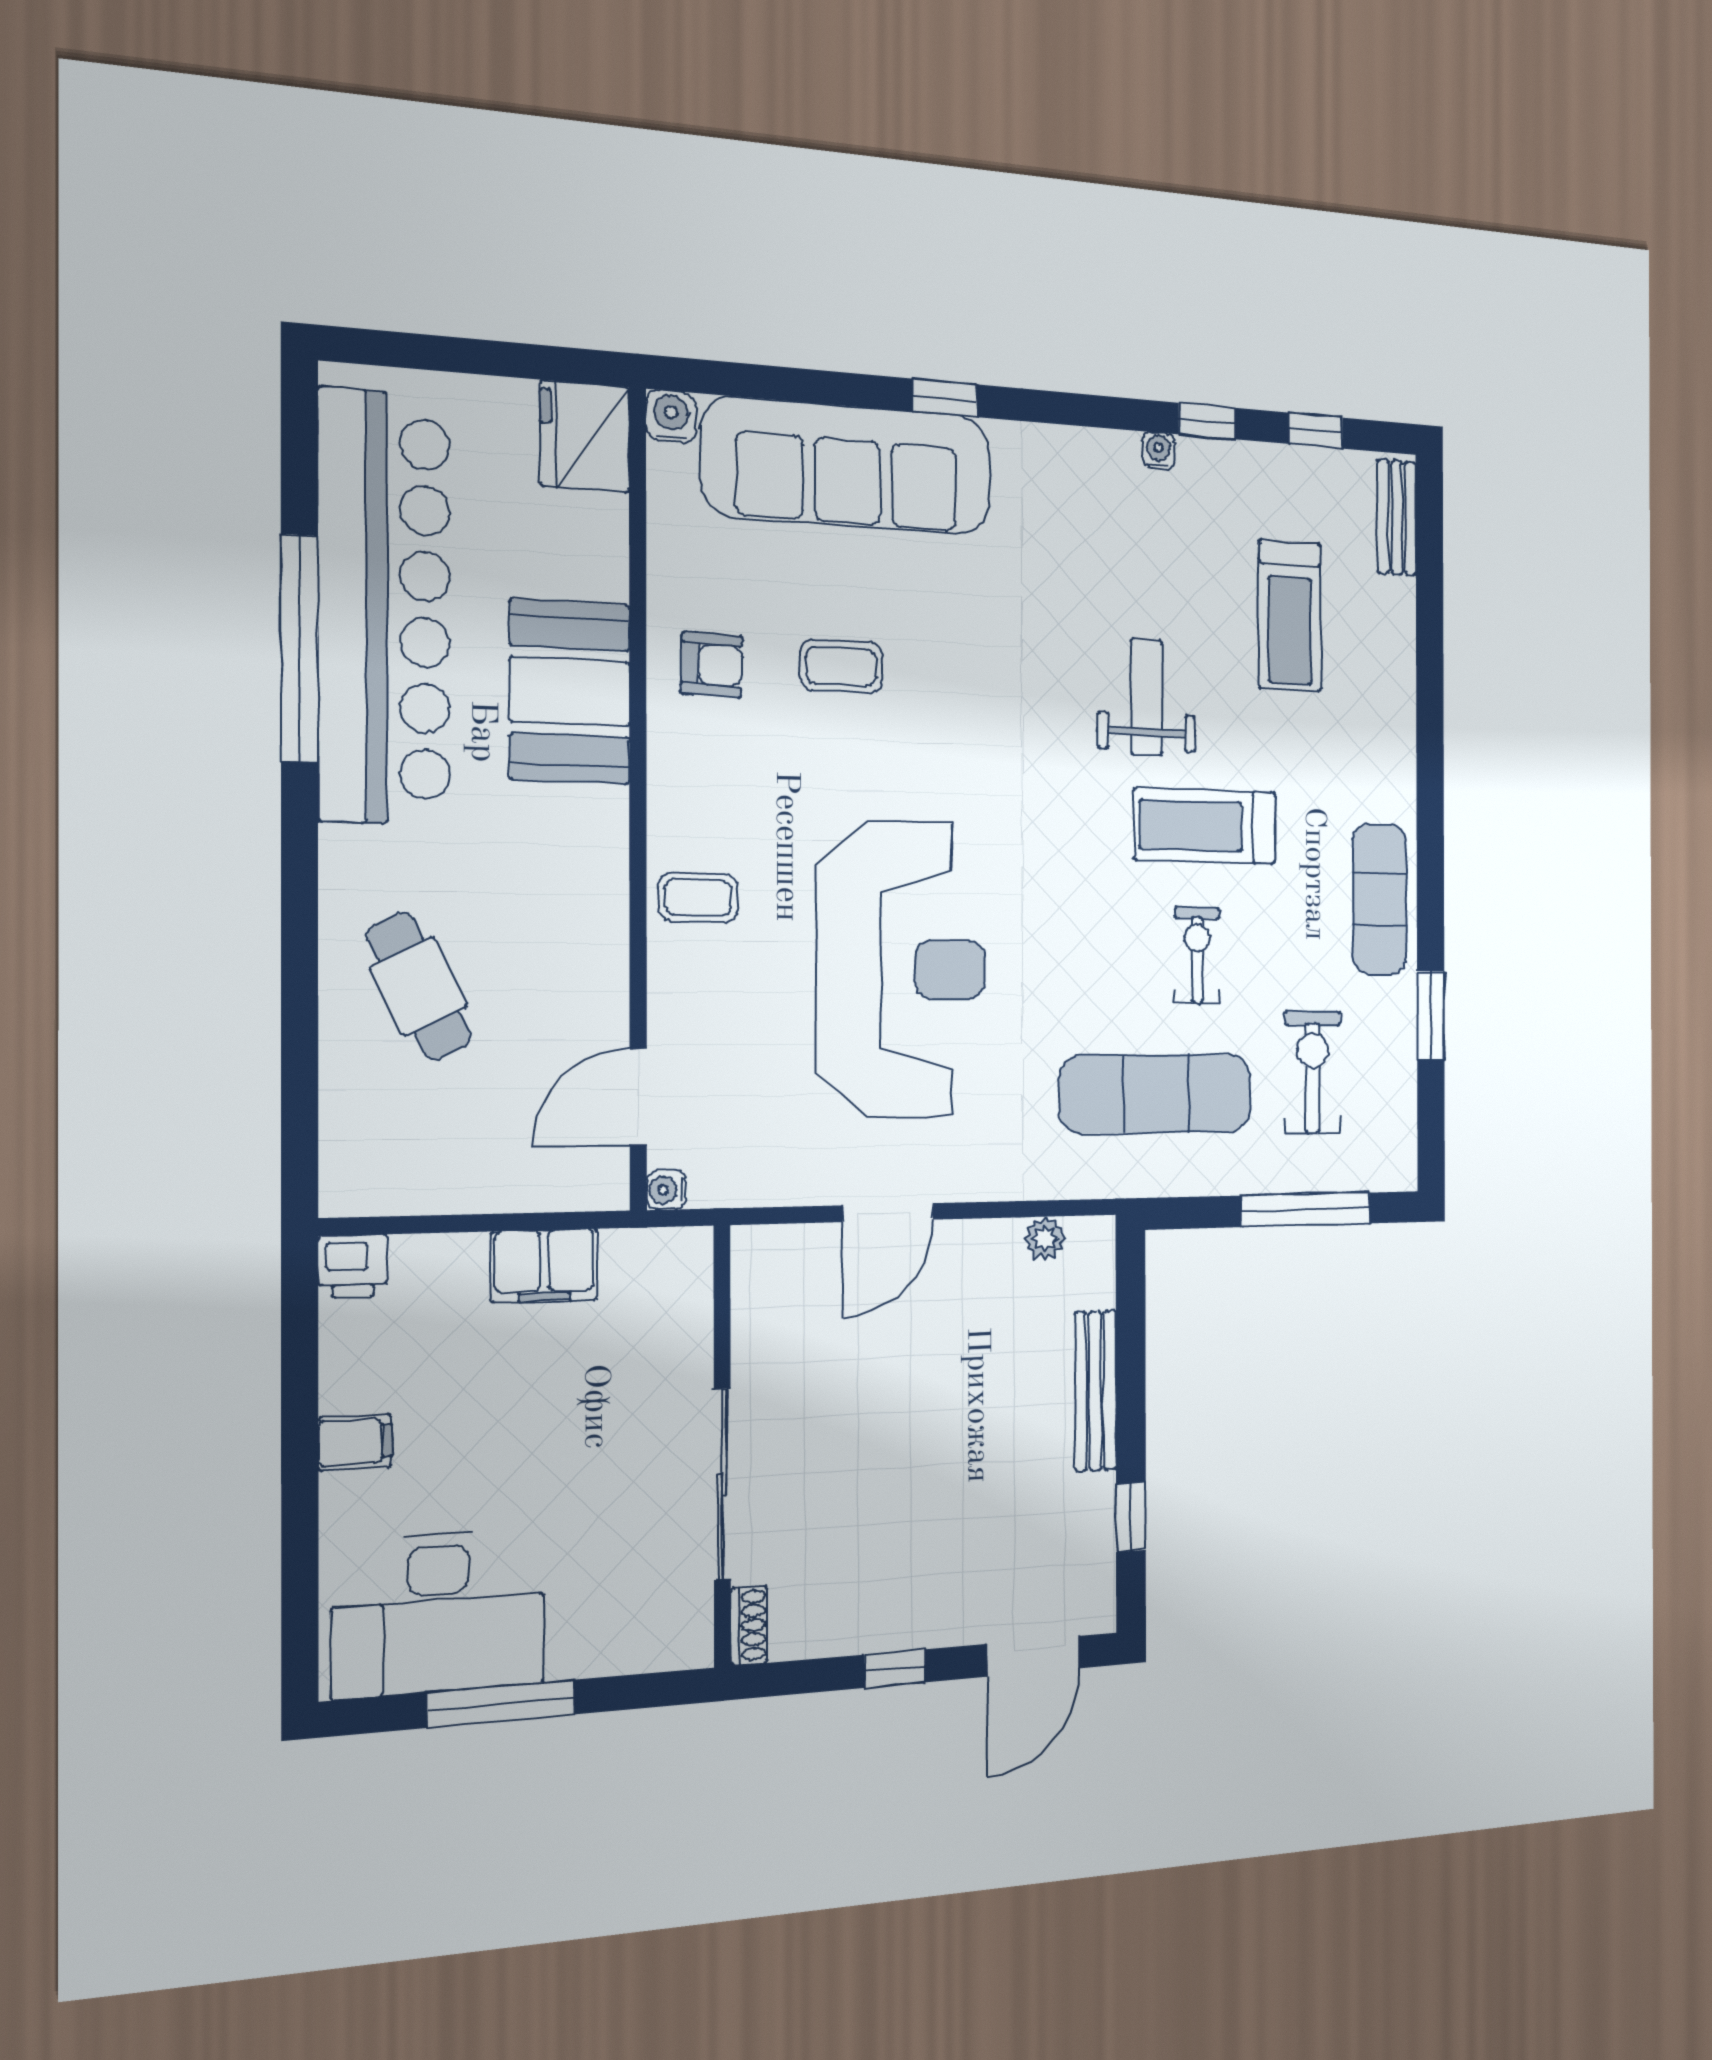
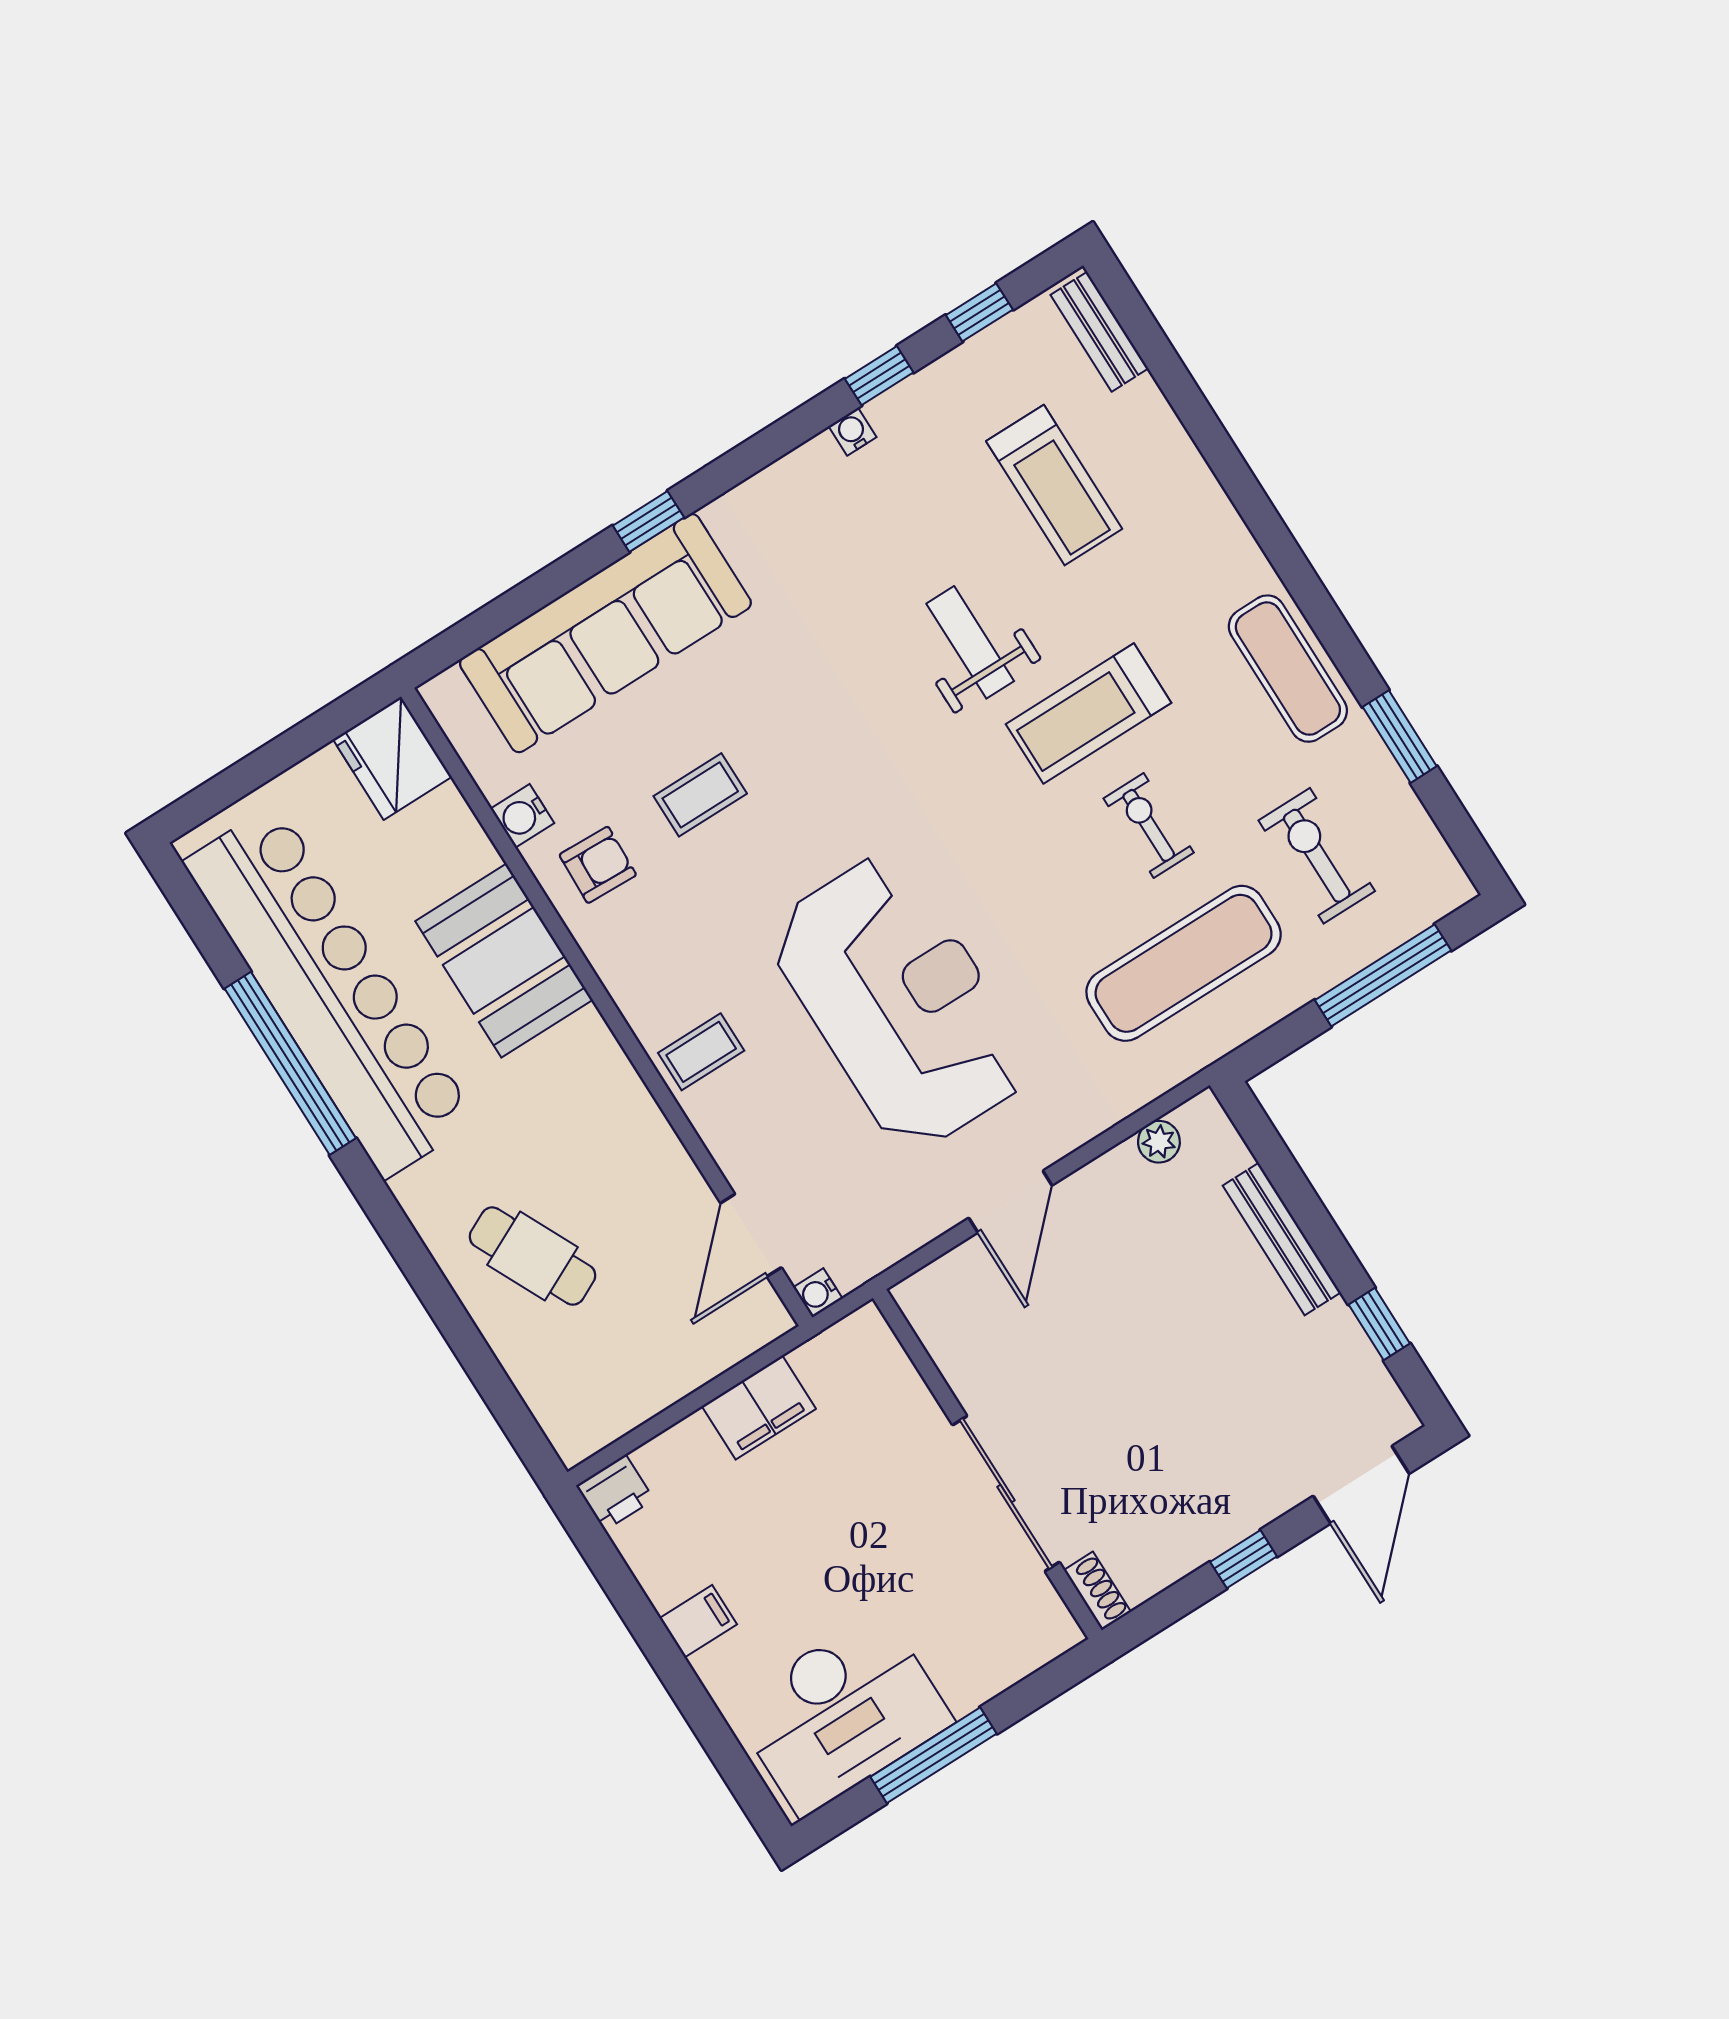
water cooler: (671, 416) -> (522, 816), moved, turned -90

